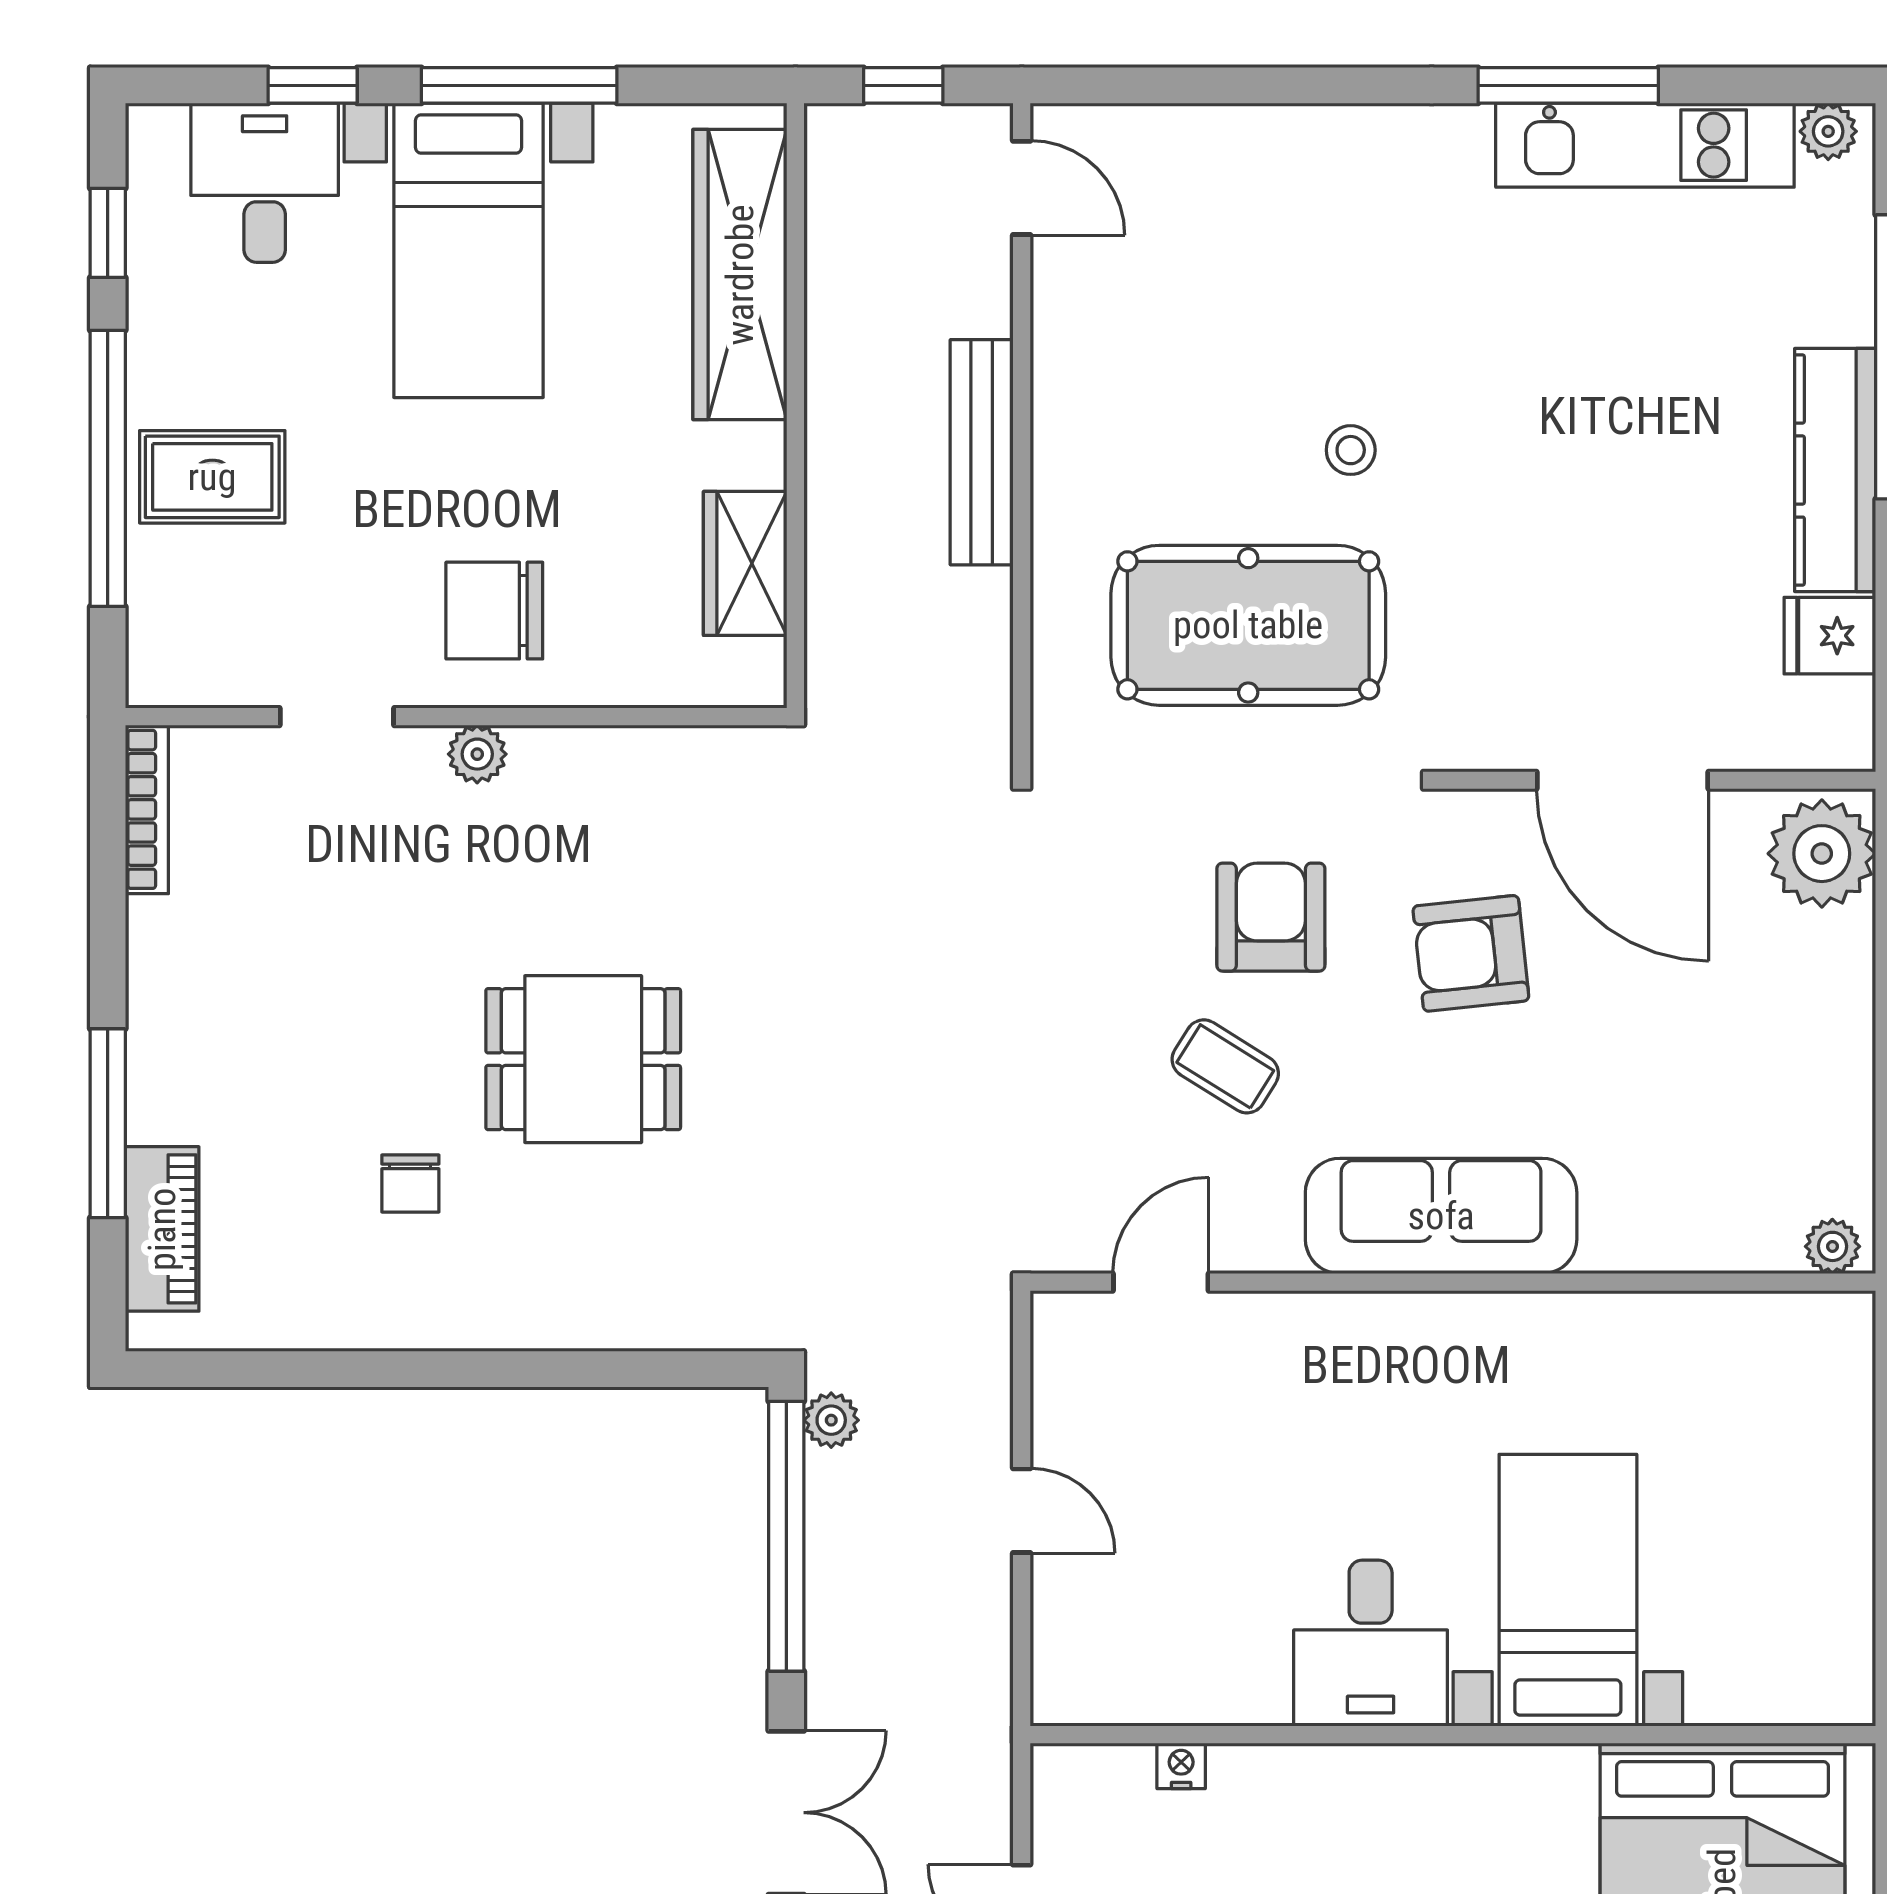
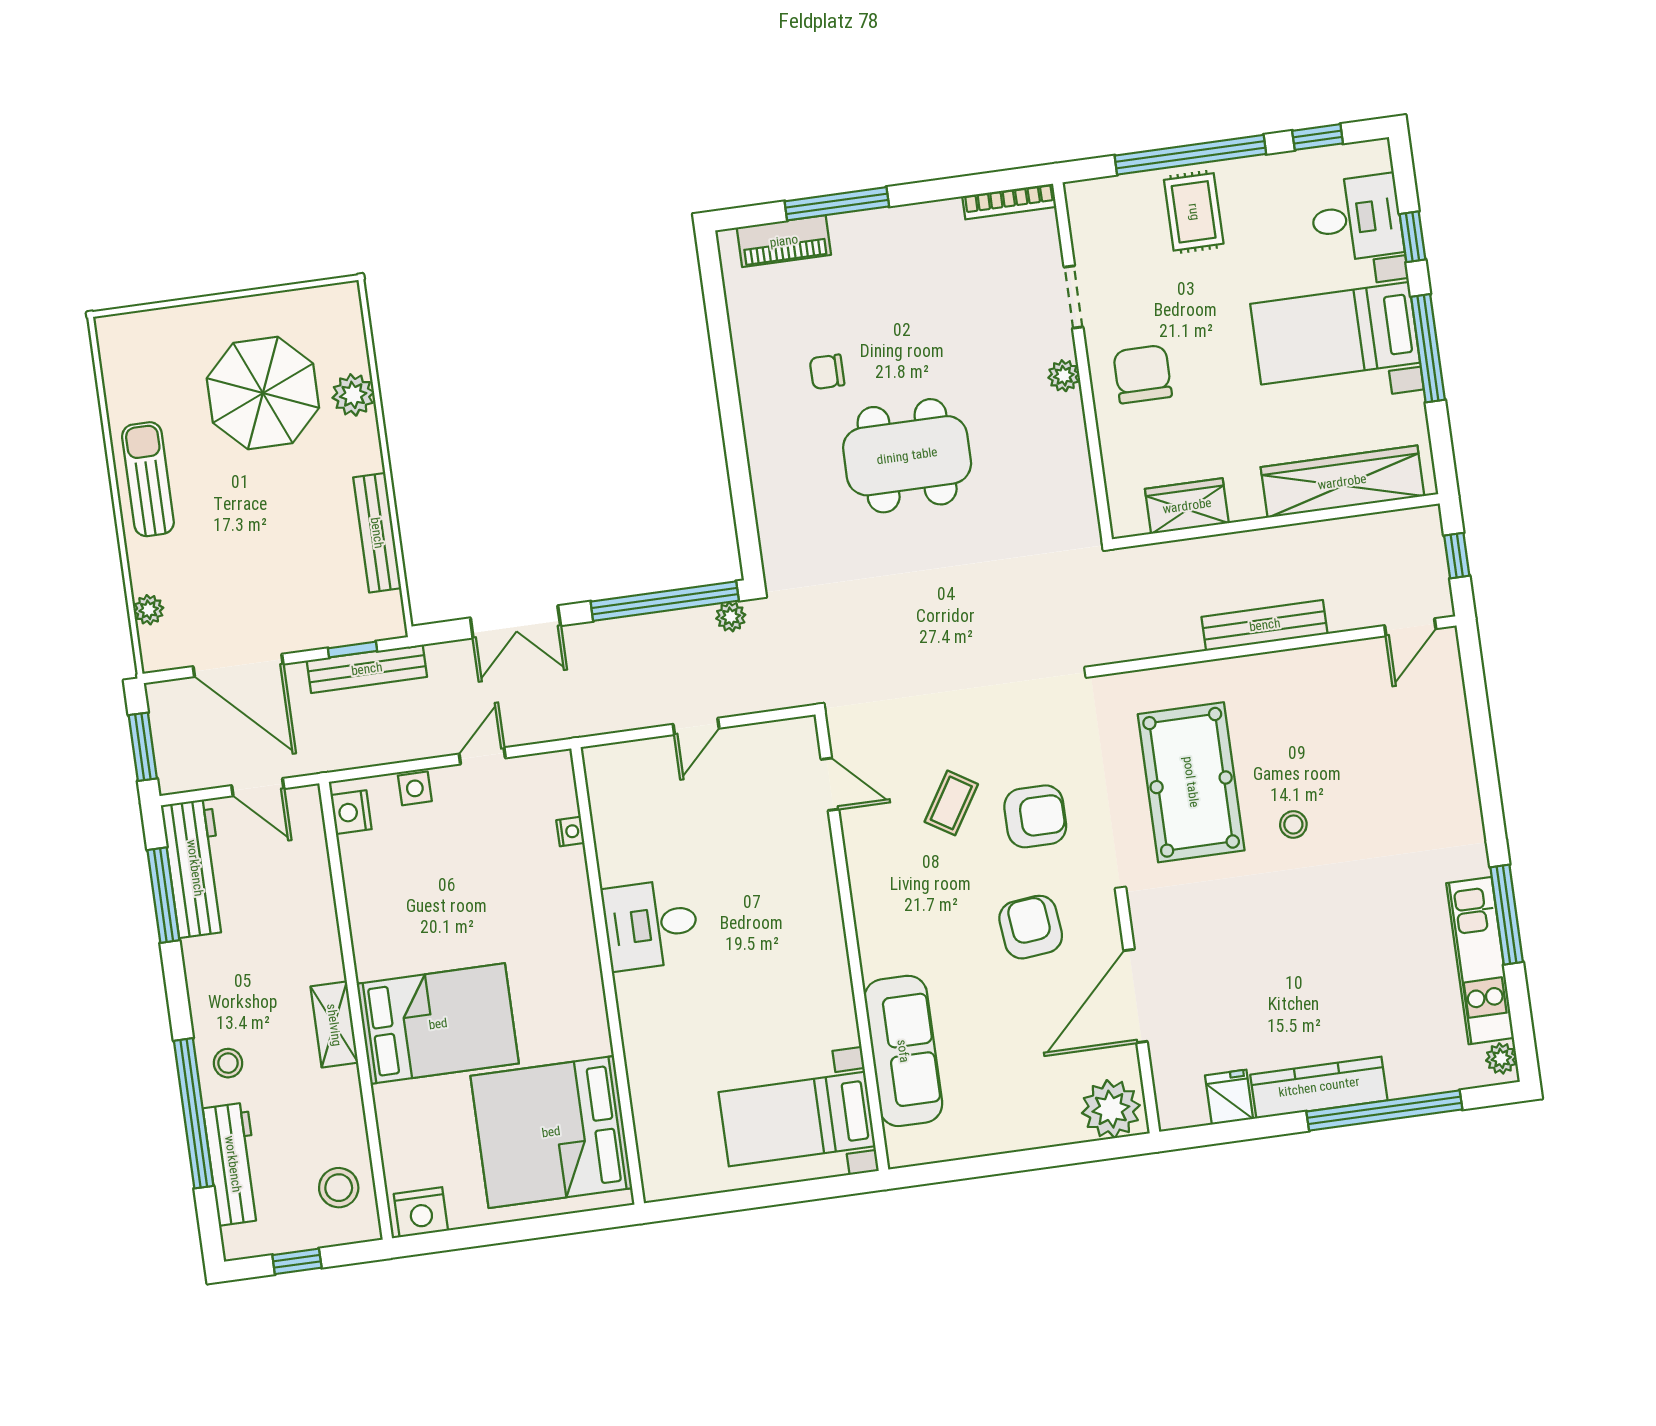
dining table: (583, 1059) -> (907, 456), width x1.38
sofa: (1441, 1216) -> (903, 1051), moved
plant: (1832, 1246) -> (900, 1144), removed
bed with nightstands: (1568, 1590) -> (797, 1119), moved, turned 180

